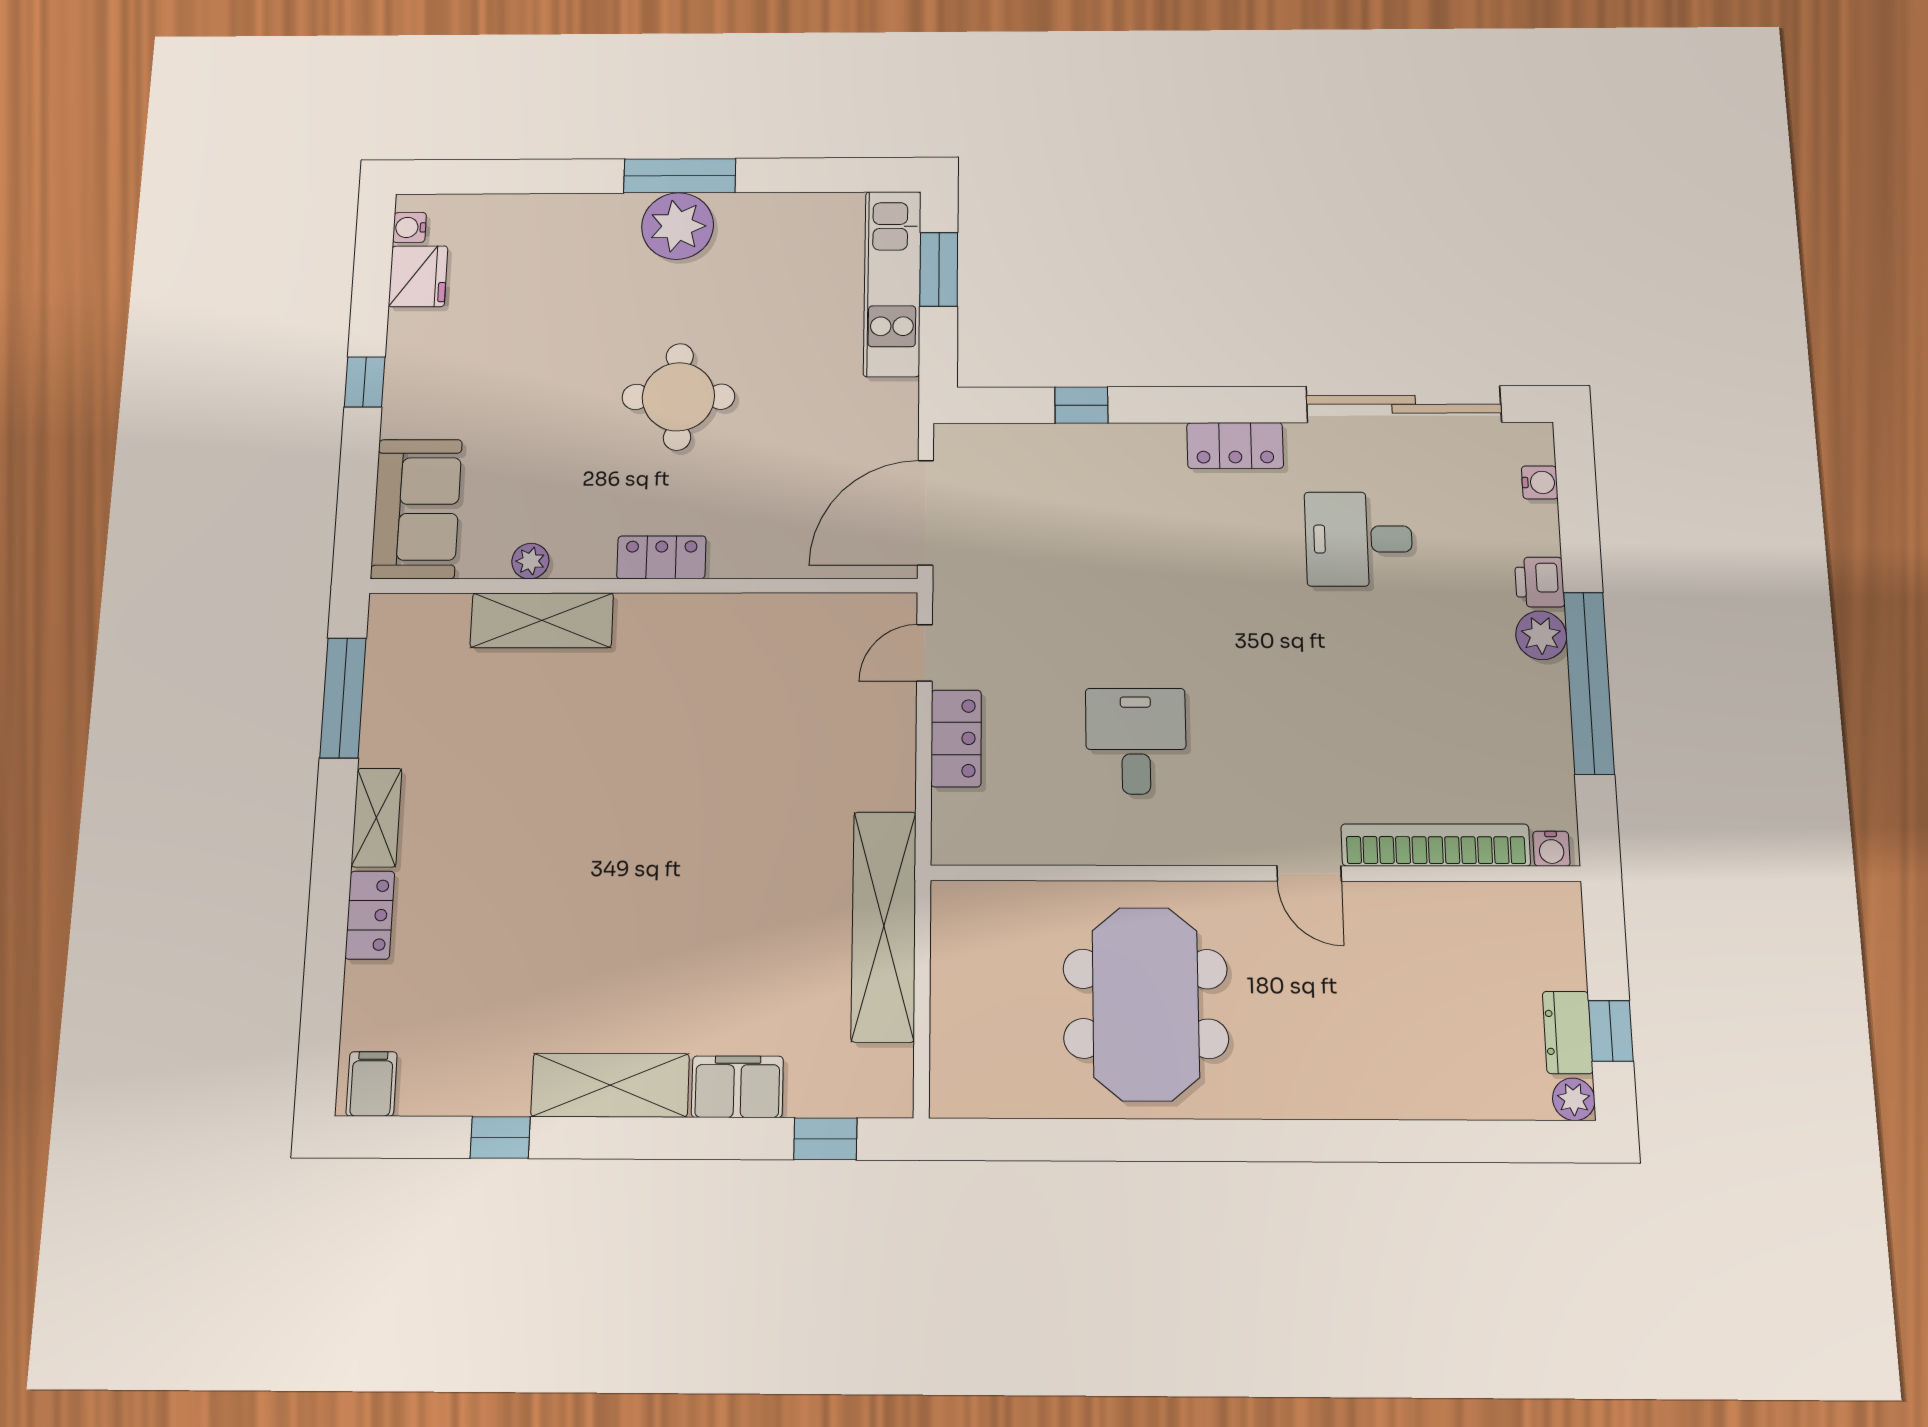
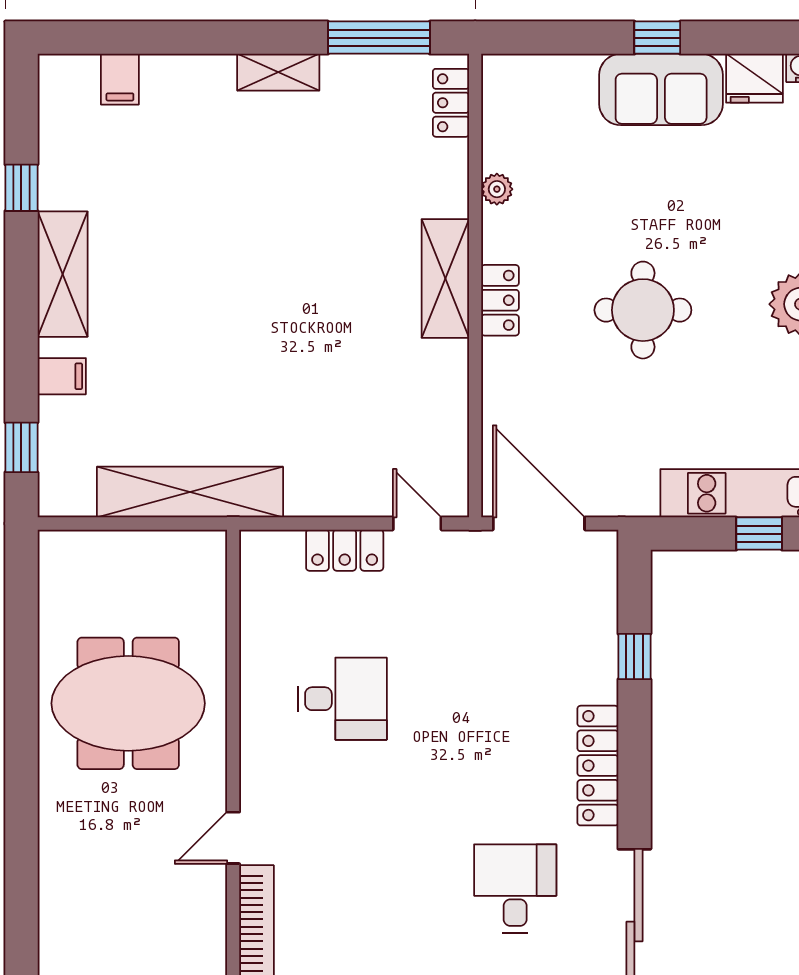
window: (939, 269) -> (759, 534), width x0.67
locker: (1235, 446) -> (598, 766), width x1.53
sofa: (416, 509) -> (661, 89), moved
shelving: (542, 620) -> (445, 278), moved
locker: (370, 915) -> (451, 103), moved, turned 90
filing cabinet: (372, 1084) -> (120, 79), moved, turned 90
filing cabinet: (737, 1087) -> (62, 376), width x0.50

